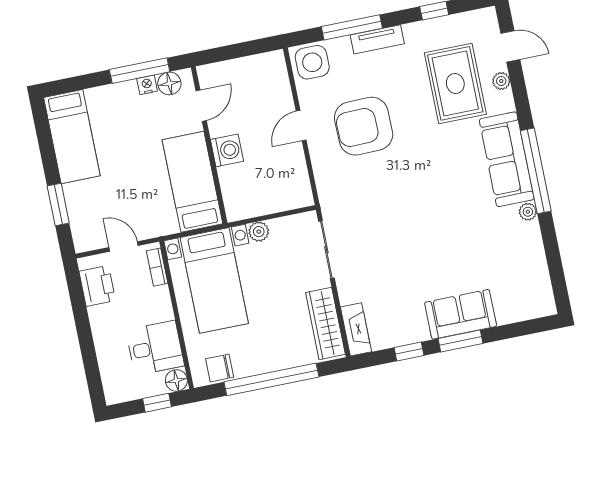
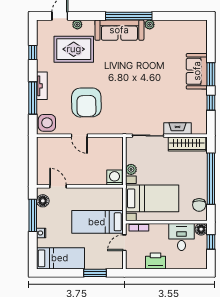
nightstand: (147, 85) -> (41, 233), moved
washing machine: (227, 150) -> (114, 178), moved
bed: (193, 182) -> (97, 222), moved
printer: (97, 286) -> (155, 261), moved
fireplace: (356, 329) -> (177, 128), moved

